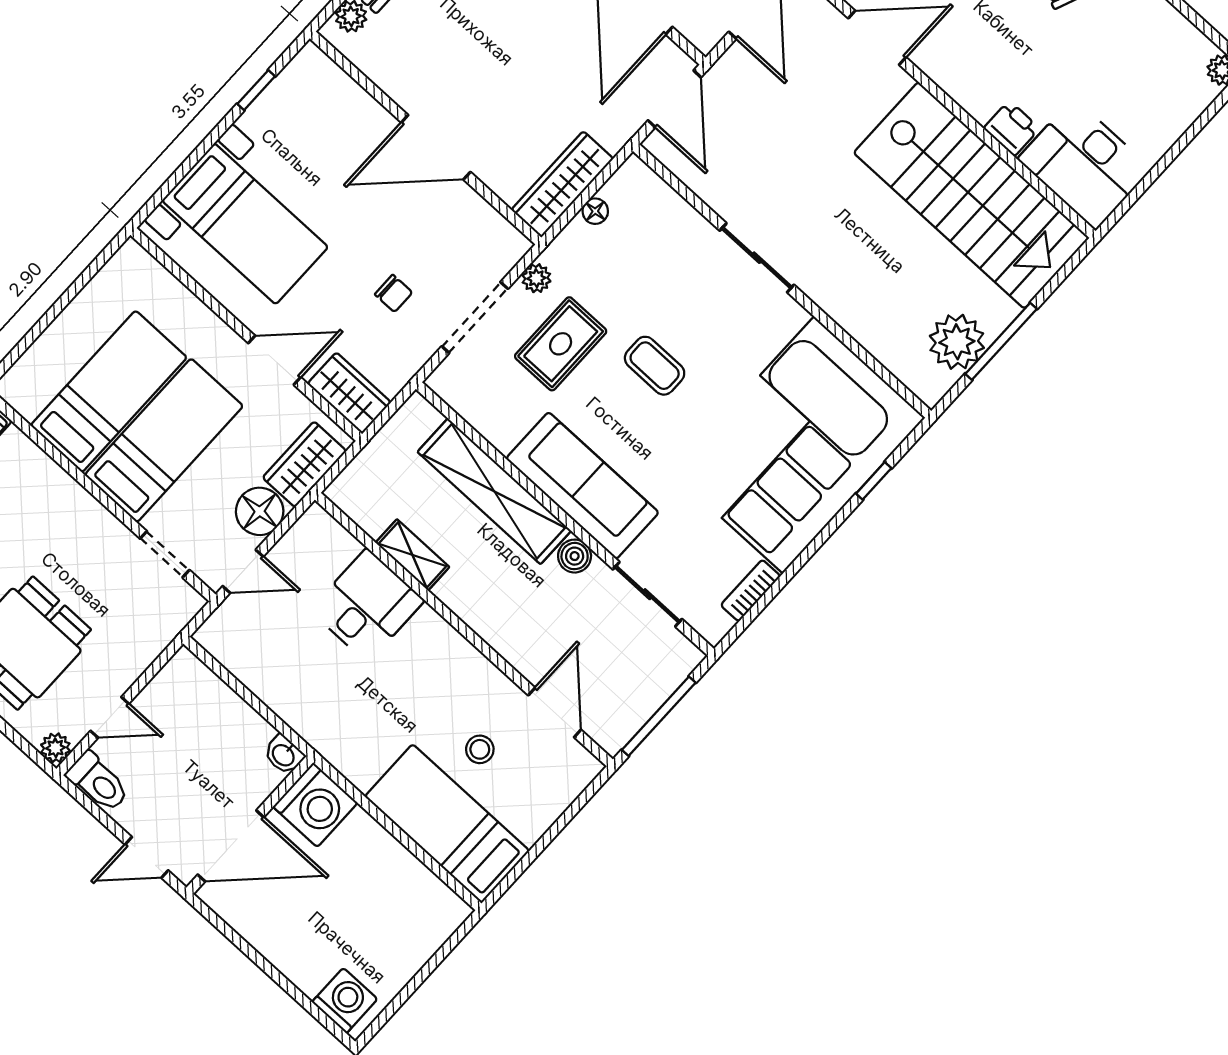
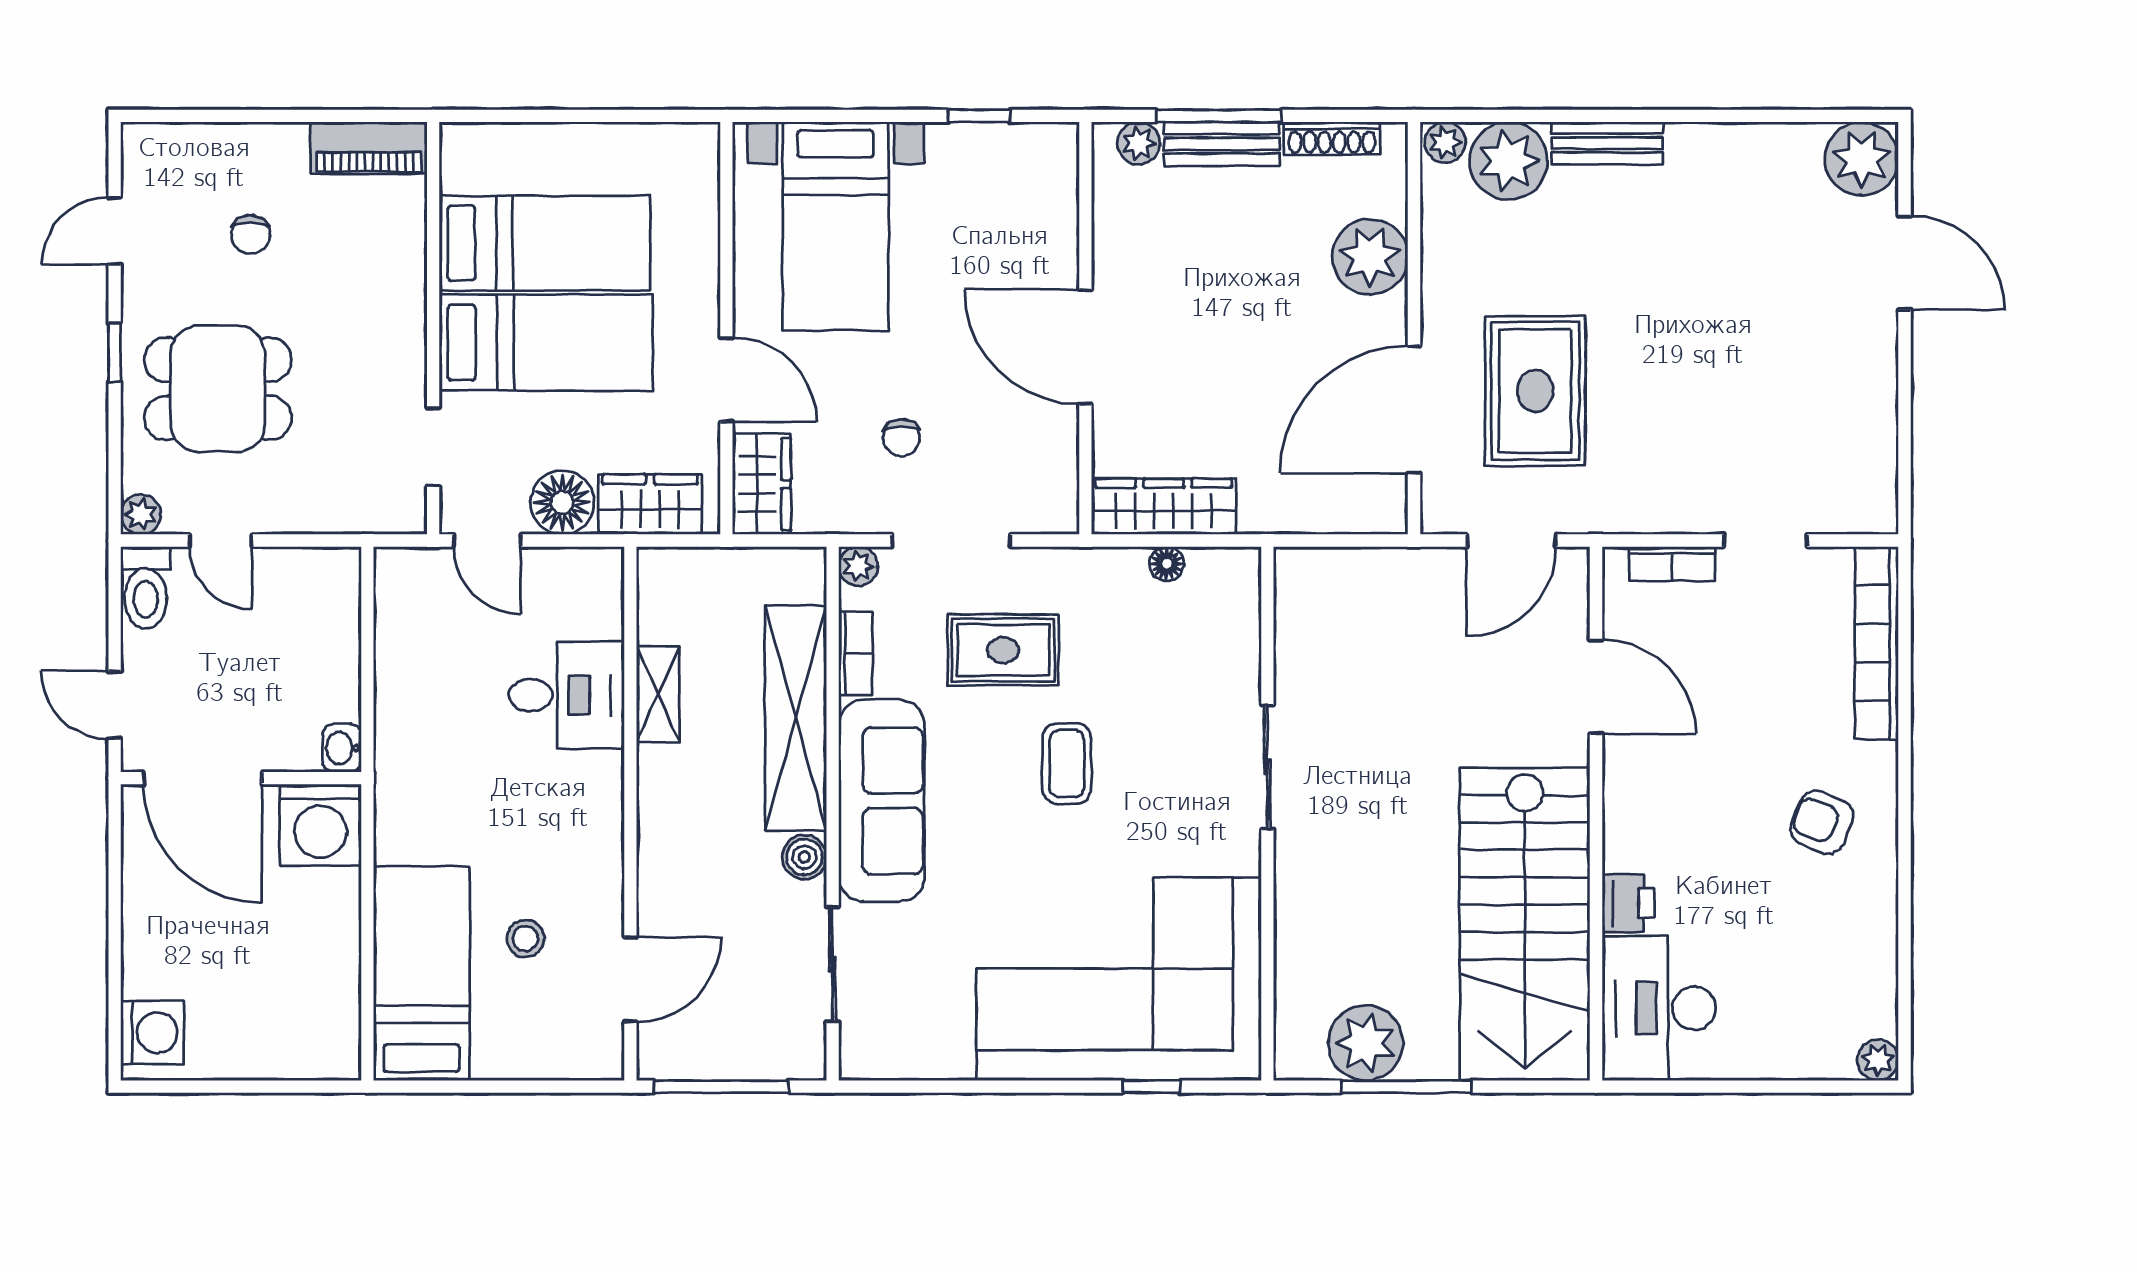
door: (675, 99) -> (1351, 541), removed
plant: (536, 278) -> (858, 566), moved
bookcase: (751, 591) -> (855, 653), moved, turned 90

